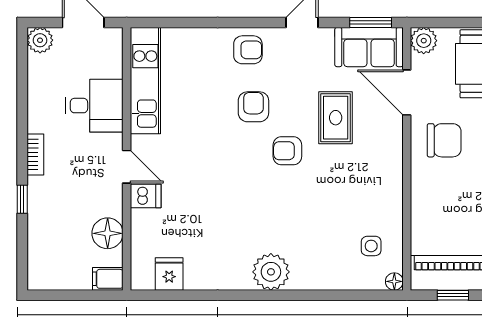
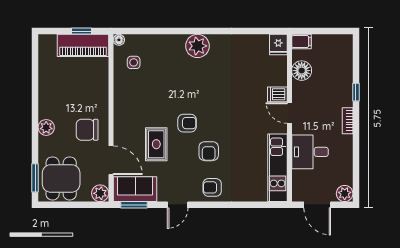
fridge: (169, 274) -> (278, 45), moved

